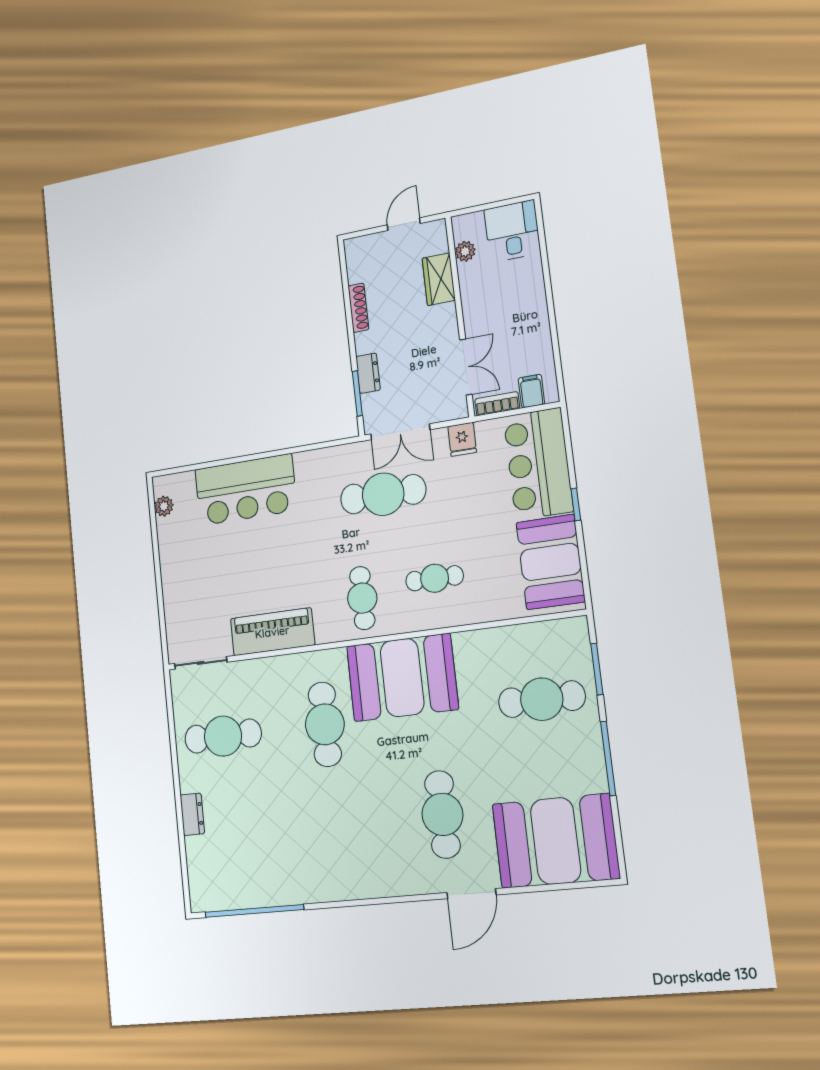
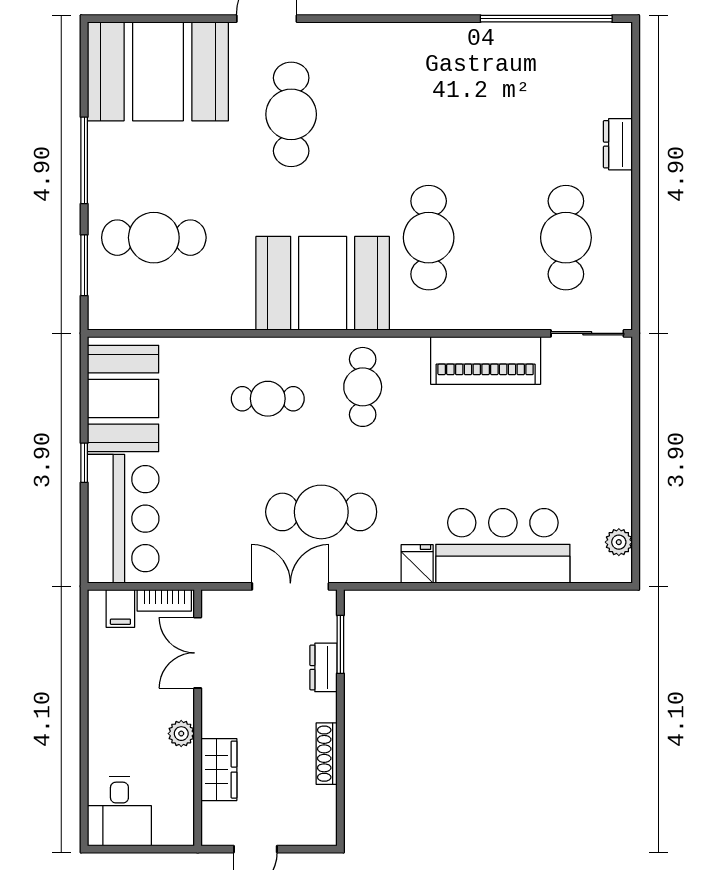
plant: (465, 251) -> (181, 734), moved
fridge: (462, 439) -> (417, 564), moved
cafe table: (223, 736) -> (566, 238), turned 90

